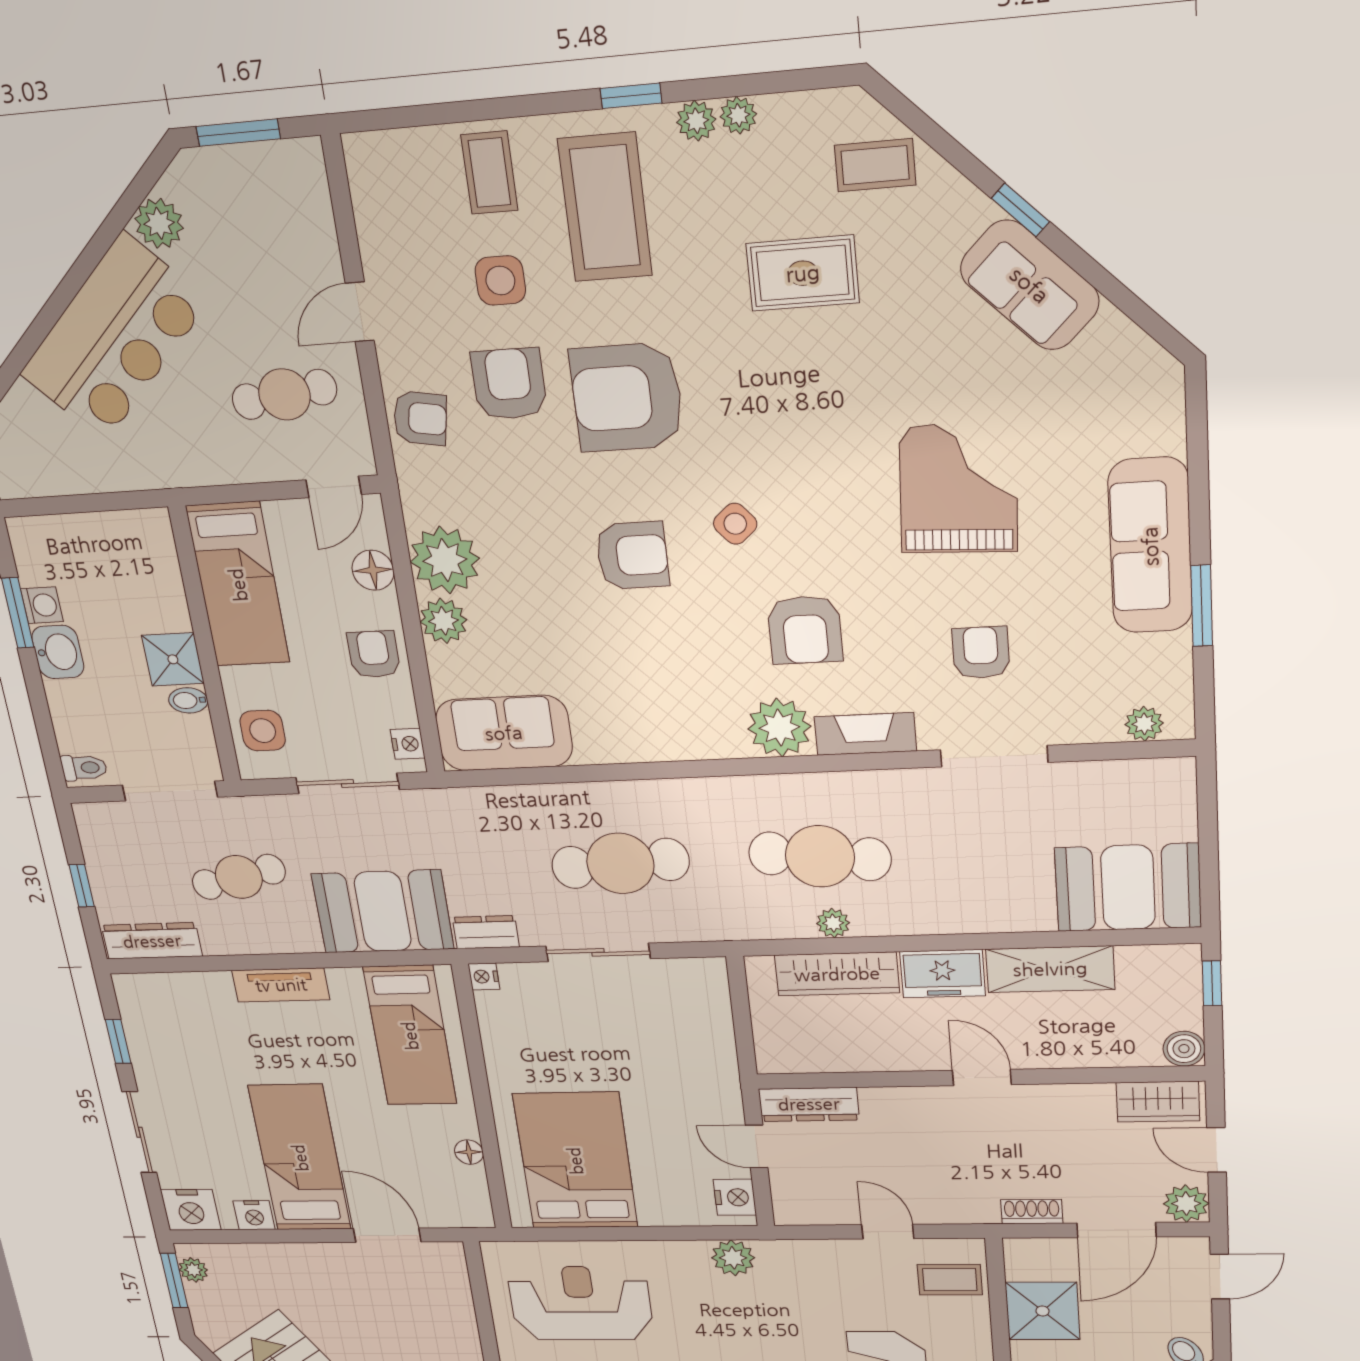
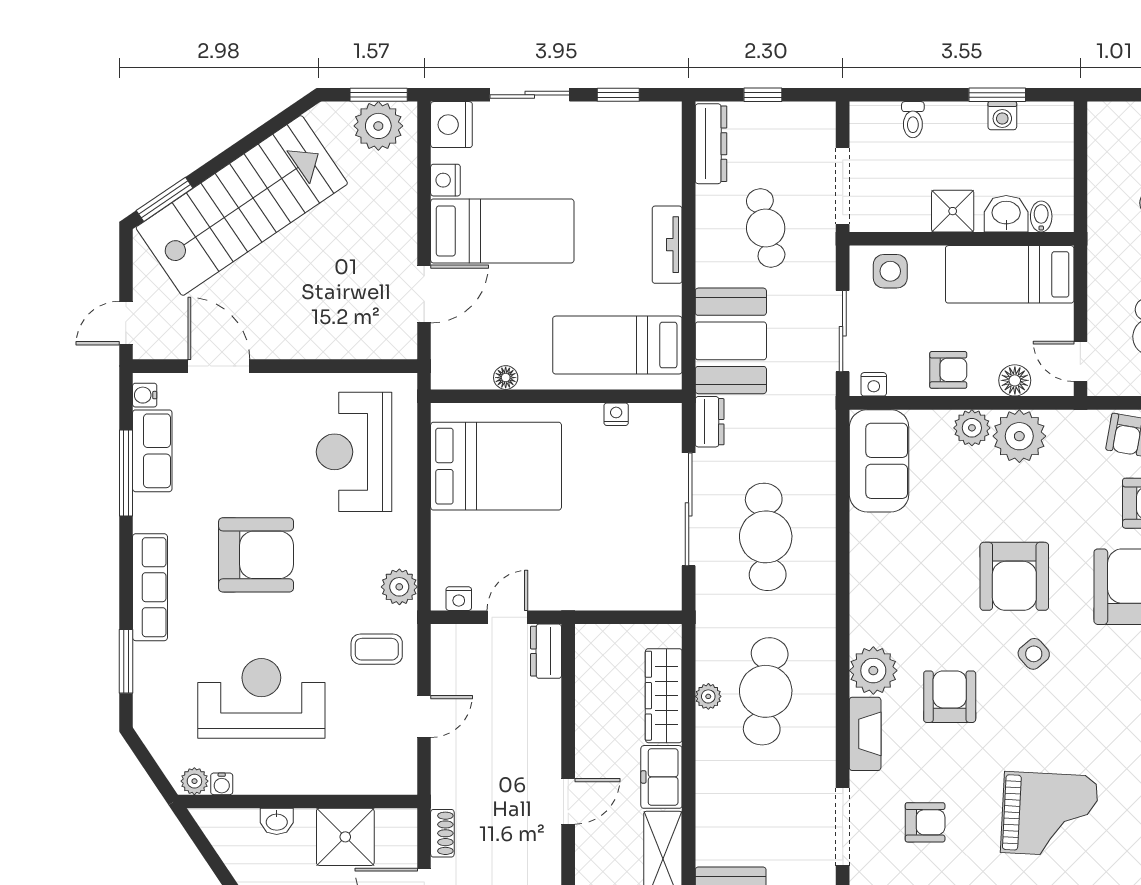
armchair: (632, 555) -> (1014, 576), width x1.36, depth x1.36
armchair: (805, 630) -> (950, 697), turned 90
washbasin: (58, 652) -> (1006, 214), moved, turned 180
bidet: (188, 700) -> (1041, 216), moved
toilet: (84, 768) -> (913, 120), moved
sliding door: (598, 952) -> (689, 509), width x1.37
nightstand: (484, 976) -> (616, 414), moved
dresser: (809, 1104) -> (546, 651), width x0.70
nightstand: (735, 1197) -> (459, 599), width x0.72, depth x0.74
plant: (193, 1270) -> (378, 126), width x1.87, depth x1.87
coffee table: (950, 1280) -> (377, 649), moved, turned 90
reception desk: (580, 1303) -> (354, 452), turned 180

